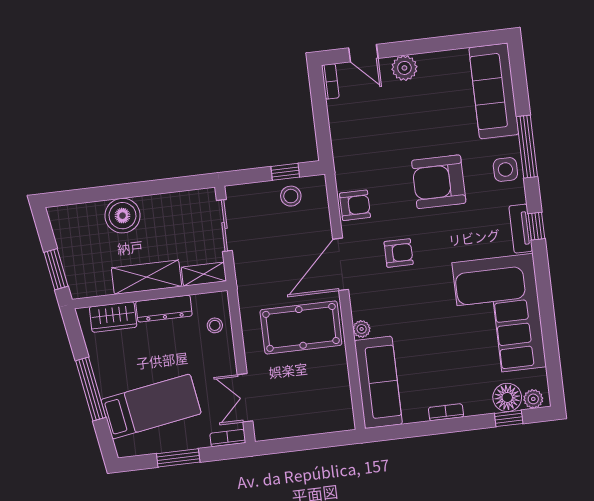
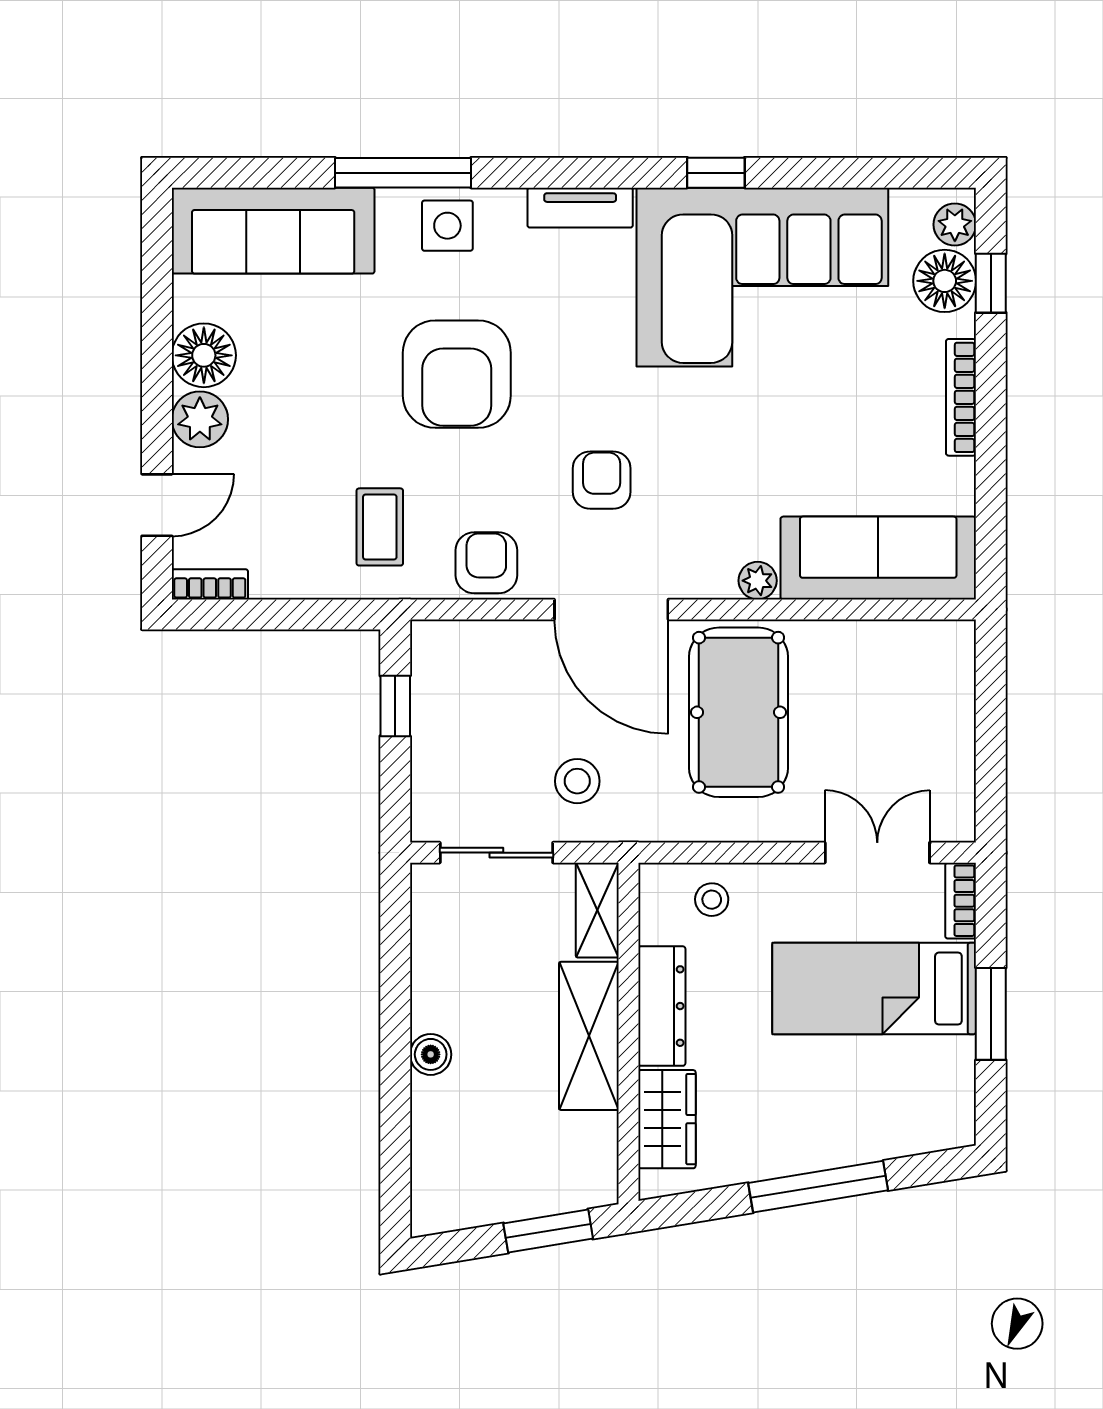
floor lamp: (434, 66) -> (204, 355), added
coffee table: (365, 155) -> (380, 527), added
stool: (291, 196) -> (577, 781), moved
boiler: (123, 216) -> (431, 1054), width x0.54, depth x0.54
window: (536, 226) -> (716, 173), moved
double door: (245, 398) -> (877, 853), swing flipped
bed: (151, 407) -> (874, 989), moved, turned -81
bookcase: (446, 412) -> (961, 397), width x1.56

